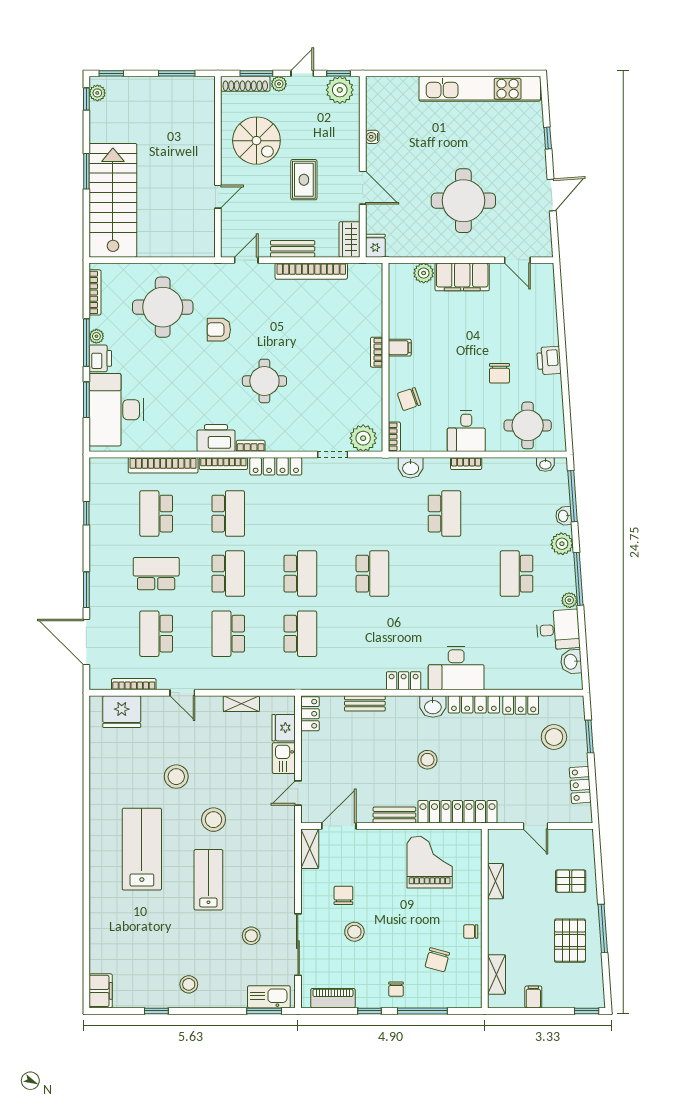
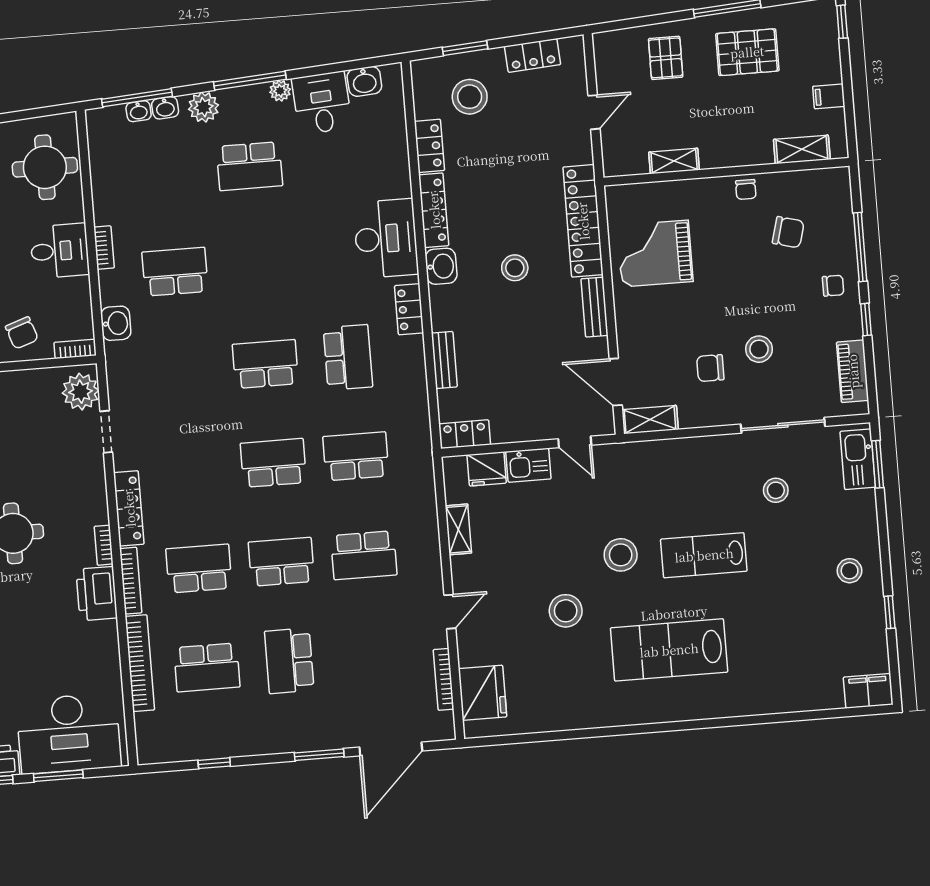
washbasin: (545, 464) -> (139, 111), moved, turned 86
school desk: (156, 634) -> (348, 357), moved, turned -90

